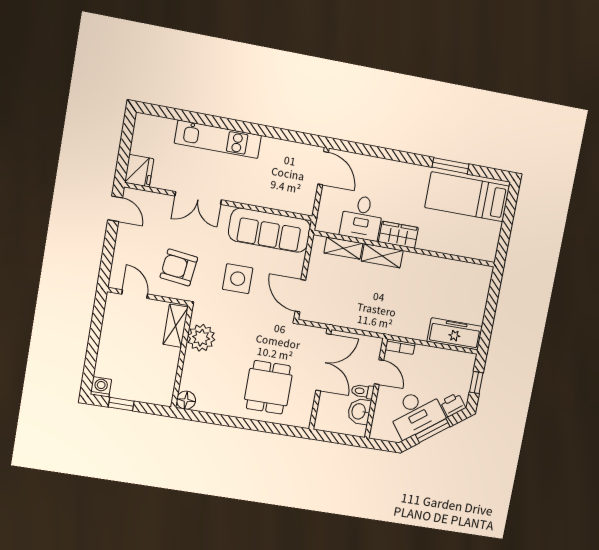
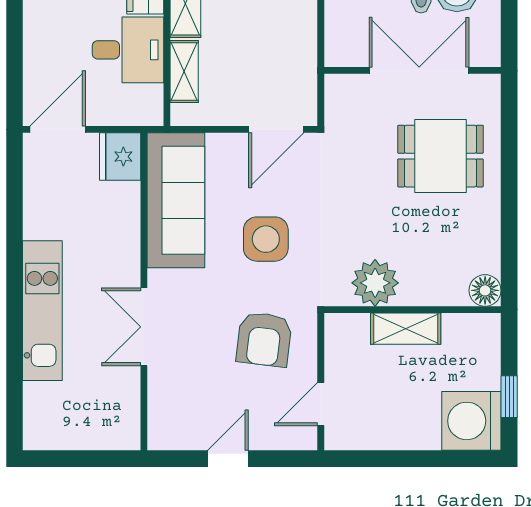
fridge: (139, 171) -> (120, 157), moved, turned -90
double door: (198, 198) -> (144, 327), swing flipped
door: (115, 209) -> (228, 459), moved
shelving: (176, 326) -> (406, 329), moved
double door: (323, 362) -> (419, 70), moved
washing machine: (101, 387) -> (471, 421), width x1.89, depth x1.89

